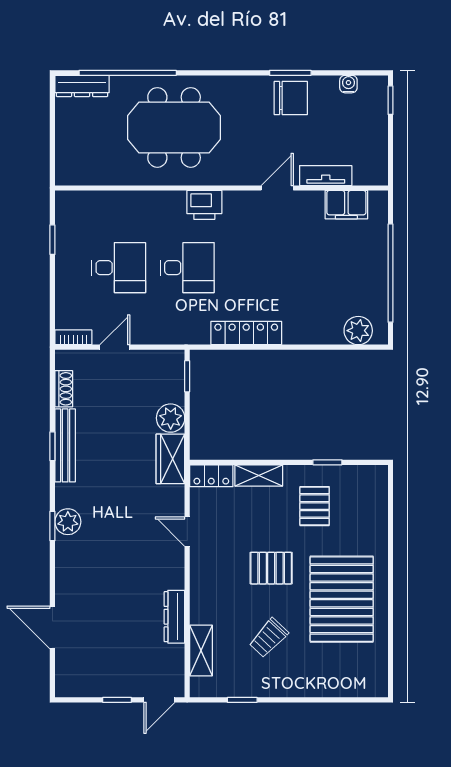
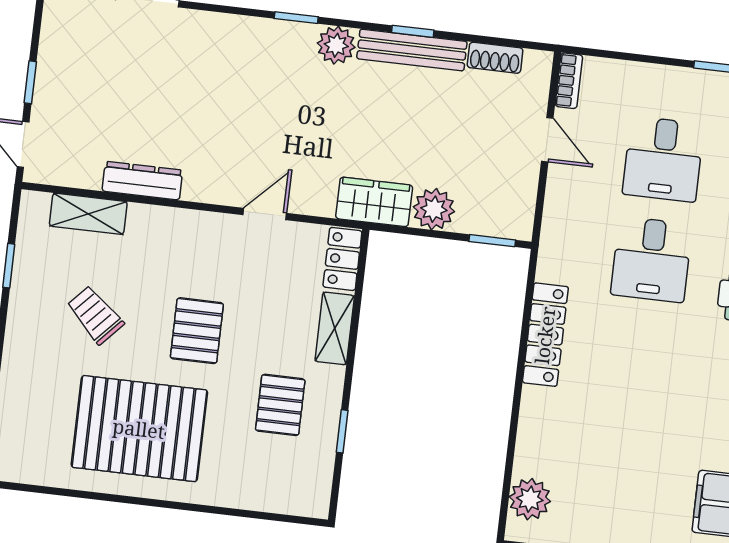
pallet: (315, 506) -> (280, 405), turned 90
plant: (68, 522) -> (336, 45), moved

